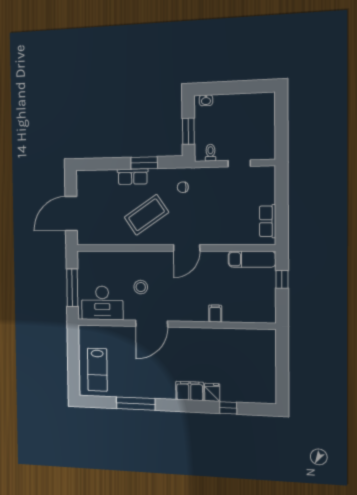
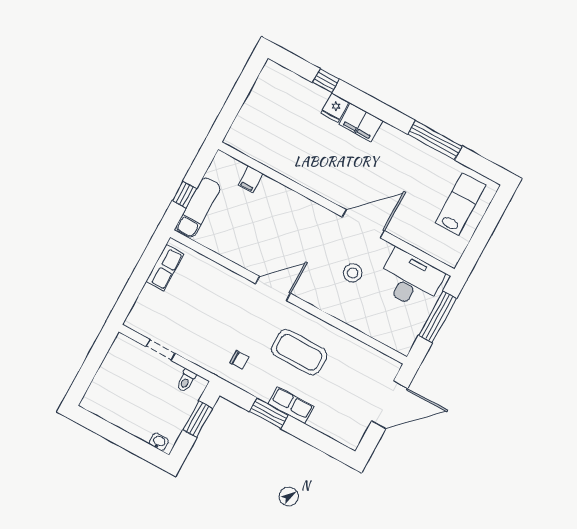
coffee table: (146, 215) -> (299, 352), turned 34
exam couch: (252, 259) -> (198, 208), moved, turned 90
filing cabinet: (215, 313) -> (250, 179), moved

